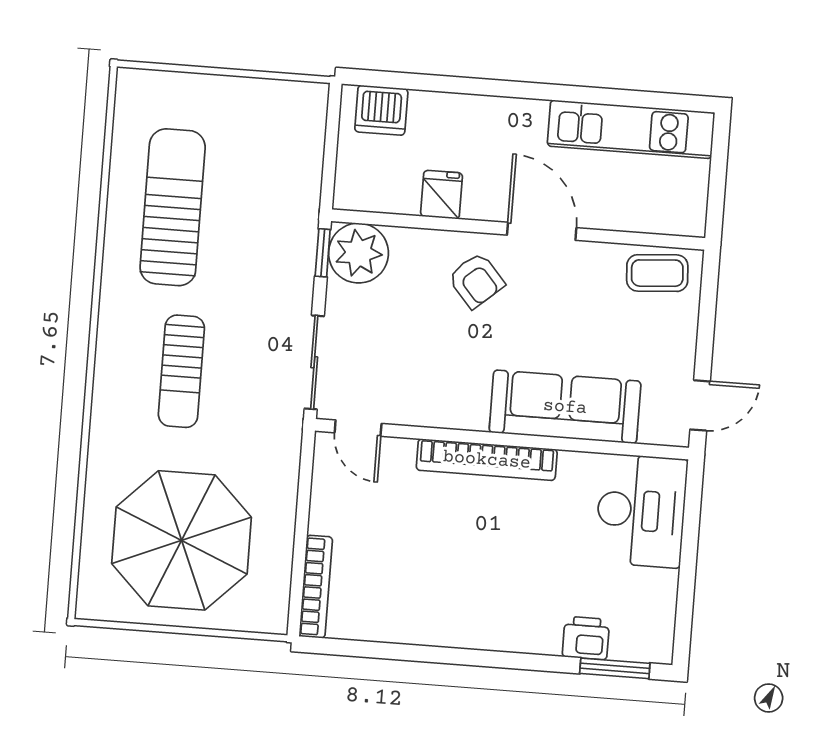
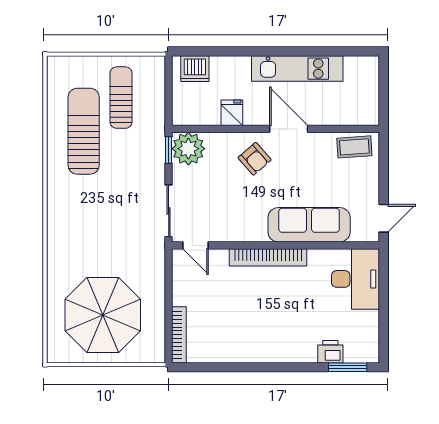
kitchen unit: (631, 129) -> (297, 69), moved
sun lounger: (181, 371) -> (121, 98), moved, turned 180

